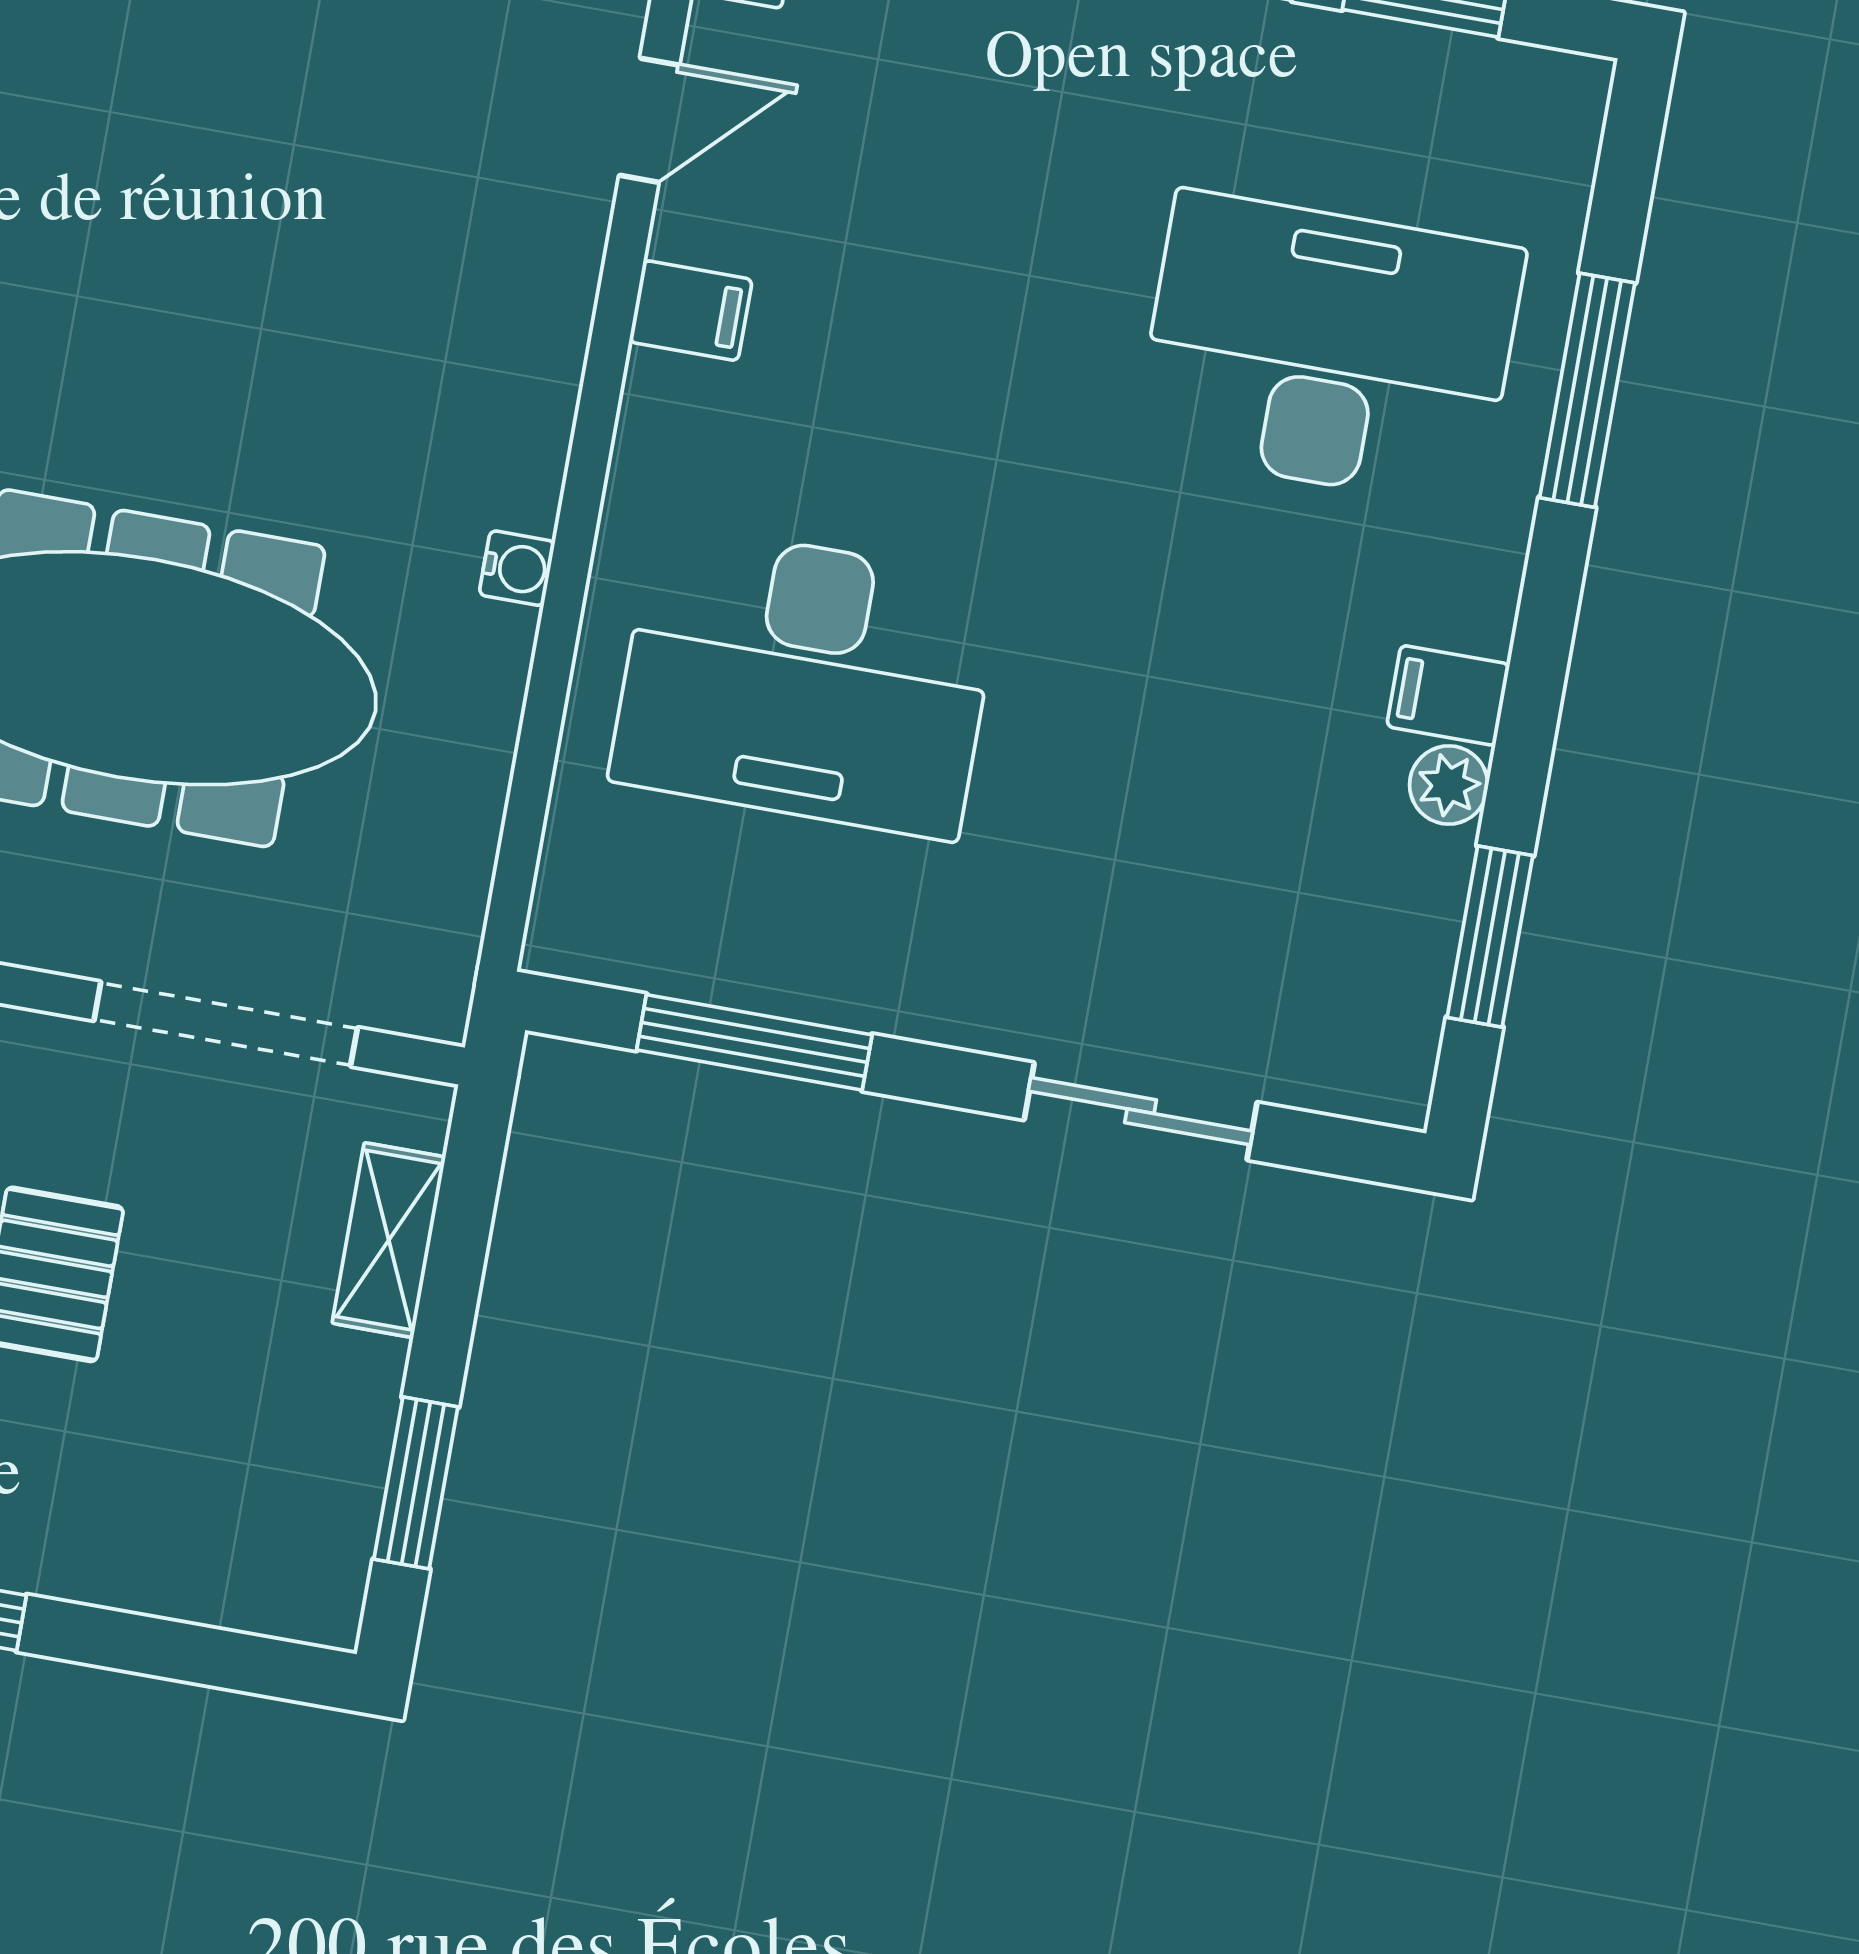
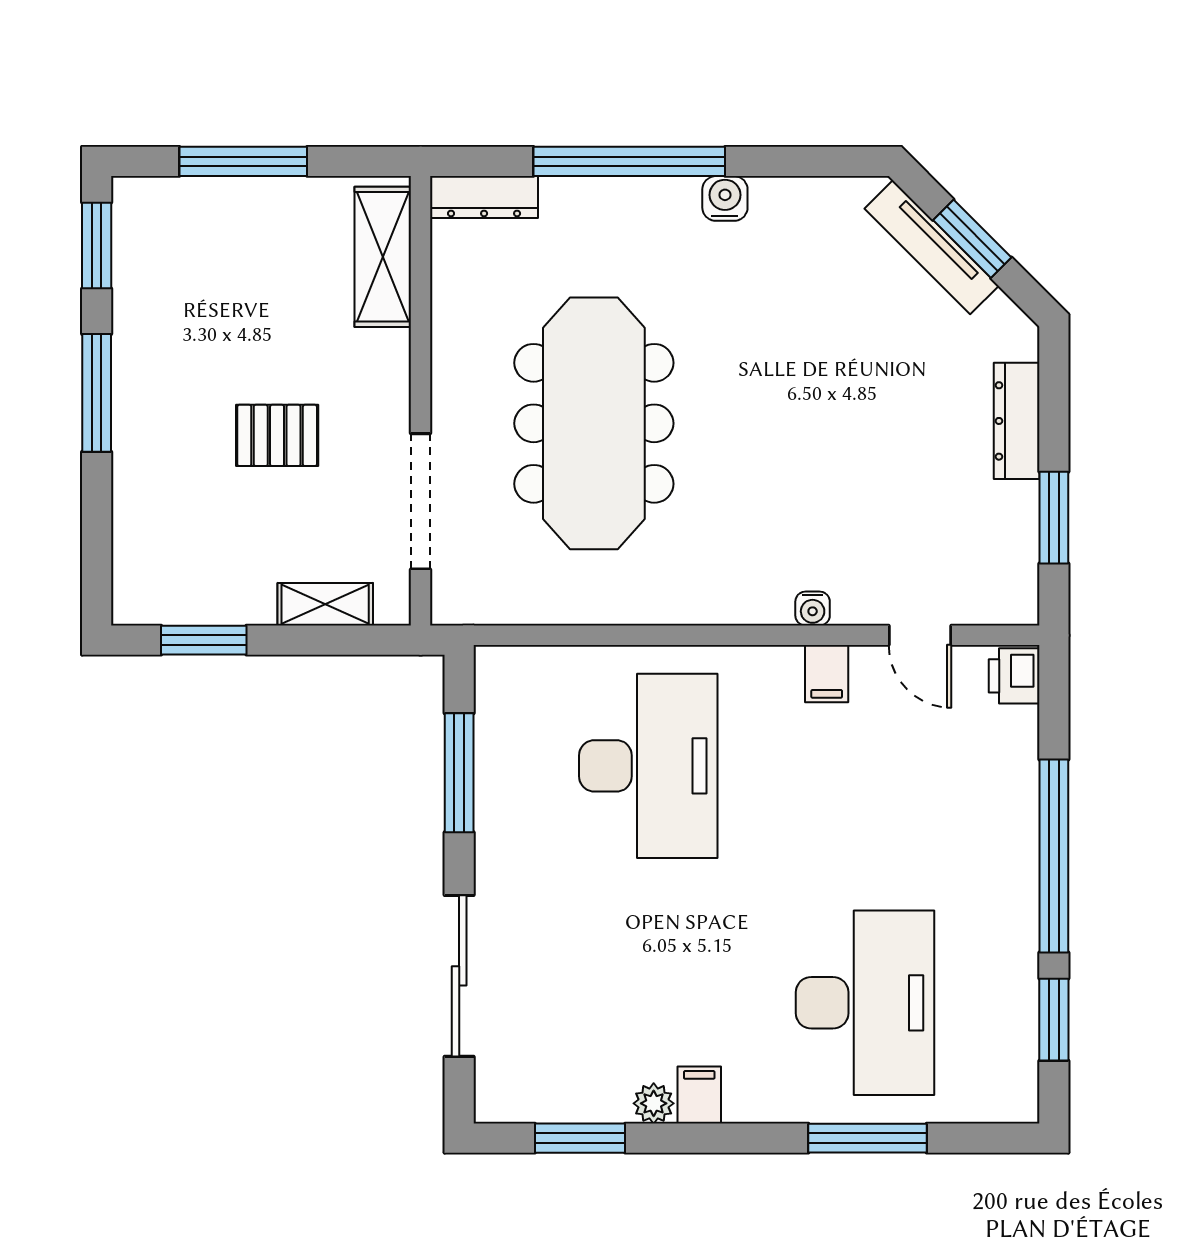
water cooler: (517, 568) -> (813, 609), moved
desk: (805, 681) -> (648, 766), turned 180
sliding door: (1141, 1111) -> (459, 976), width x1.37

